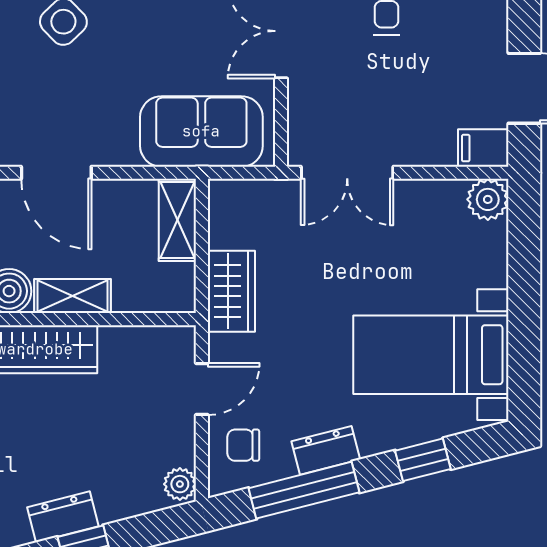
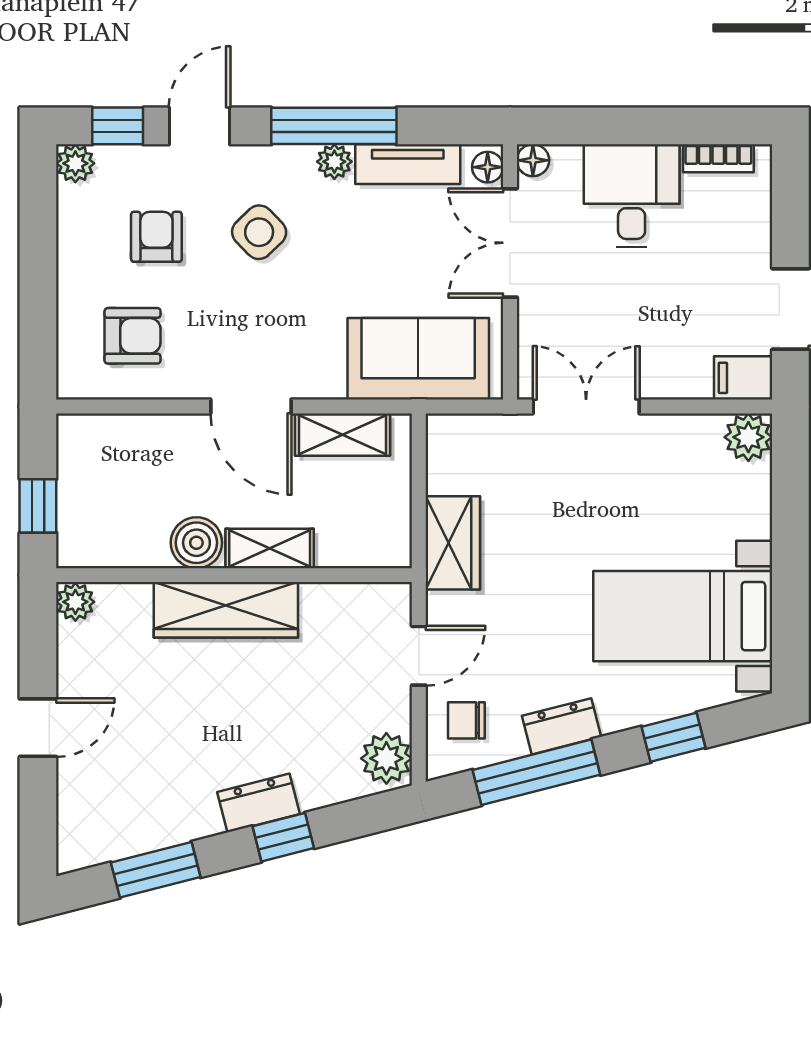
double door: (347, 173) -> (586, 406), swing flipped
shelving: (177, 220) -> (342, 435), moved, turned 90
plant: (180, 484) -> (386, 758), width x1.38, depth x1.38

